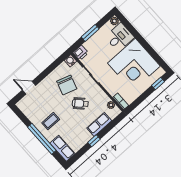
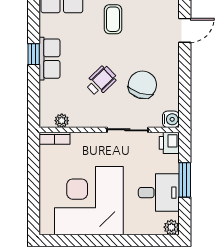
desk: (120, 37) -> (159, 193), moved, turned -90
window: (158, 84) -> (34, 210), removed
chair: (67, 85) -> (142, 85), turned 90
row of seats: (99, 124) -> (50, 59), moved

